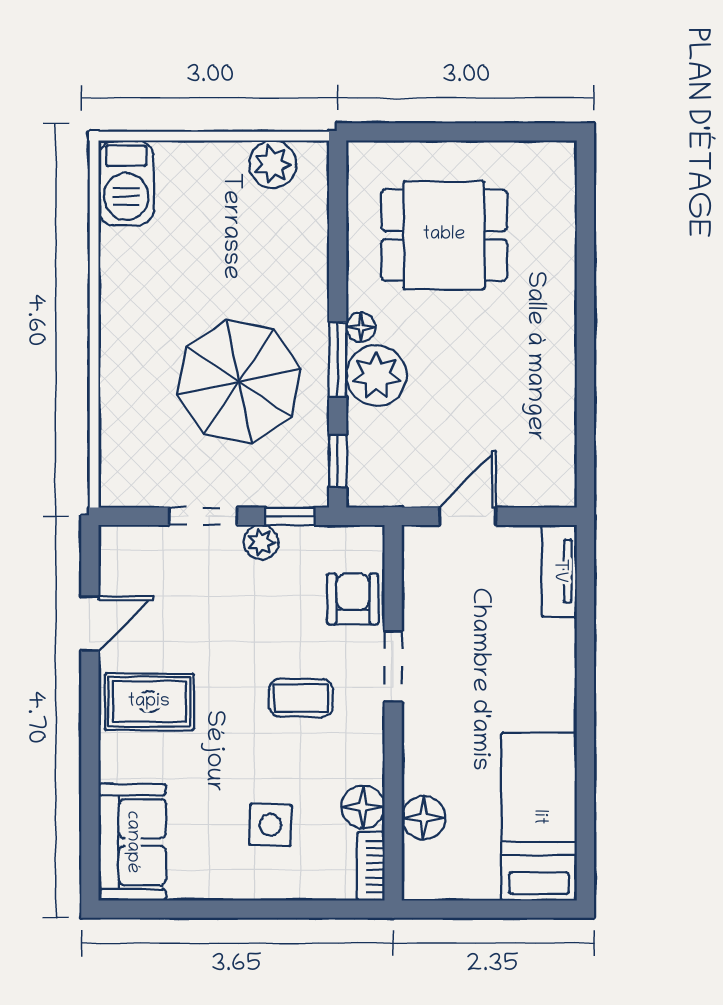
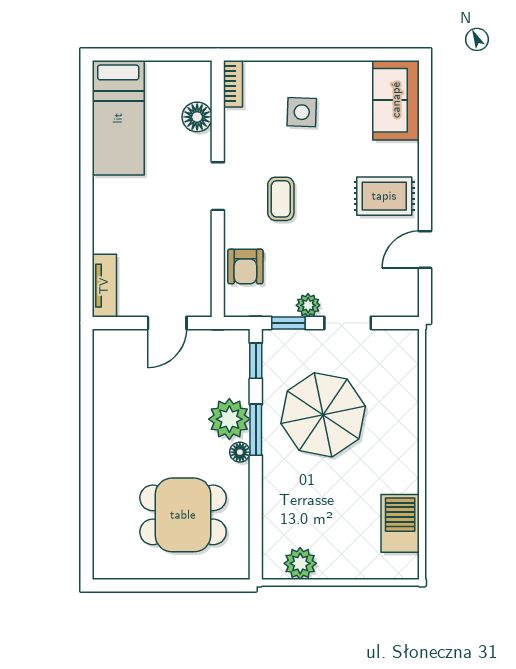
barbecue: (126, 183) -> (400, 523), moved
doorway: (393, 667) -> (218, 186), moved
coffee table: (301, 698) -> (281, 199), turned 90
floor lamp: (363, 807) -> (238, 124), removed

